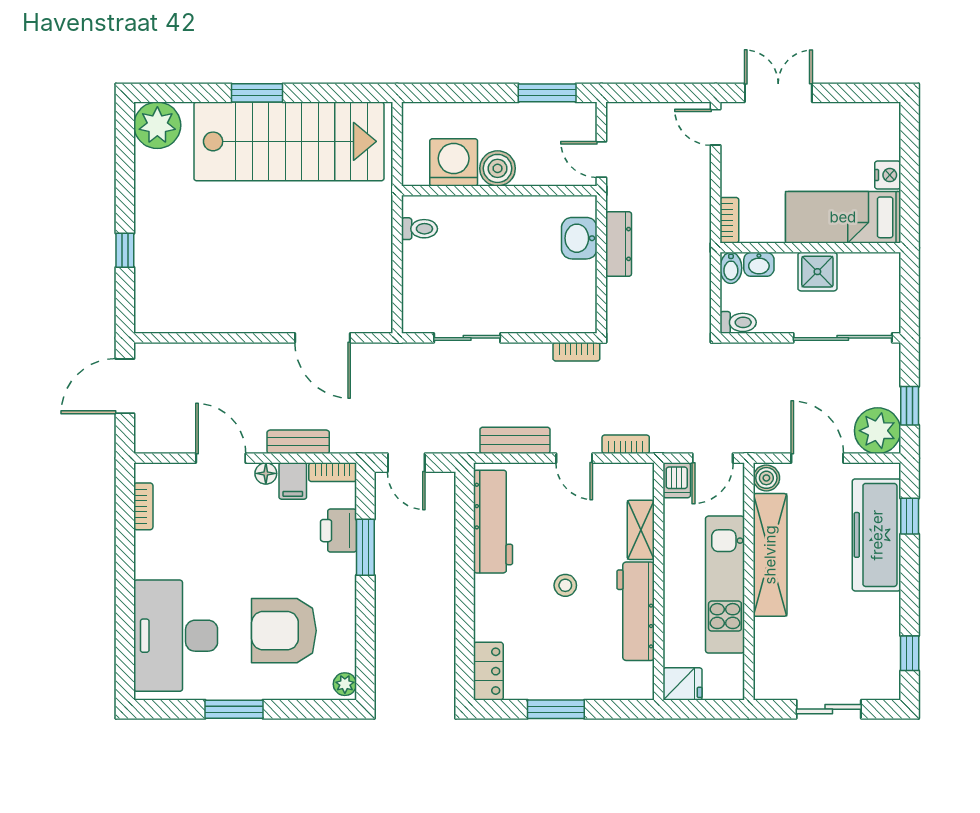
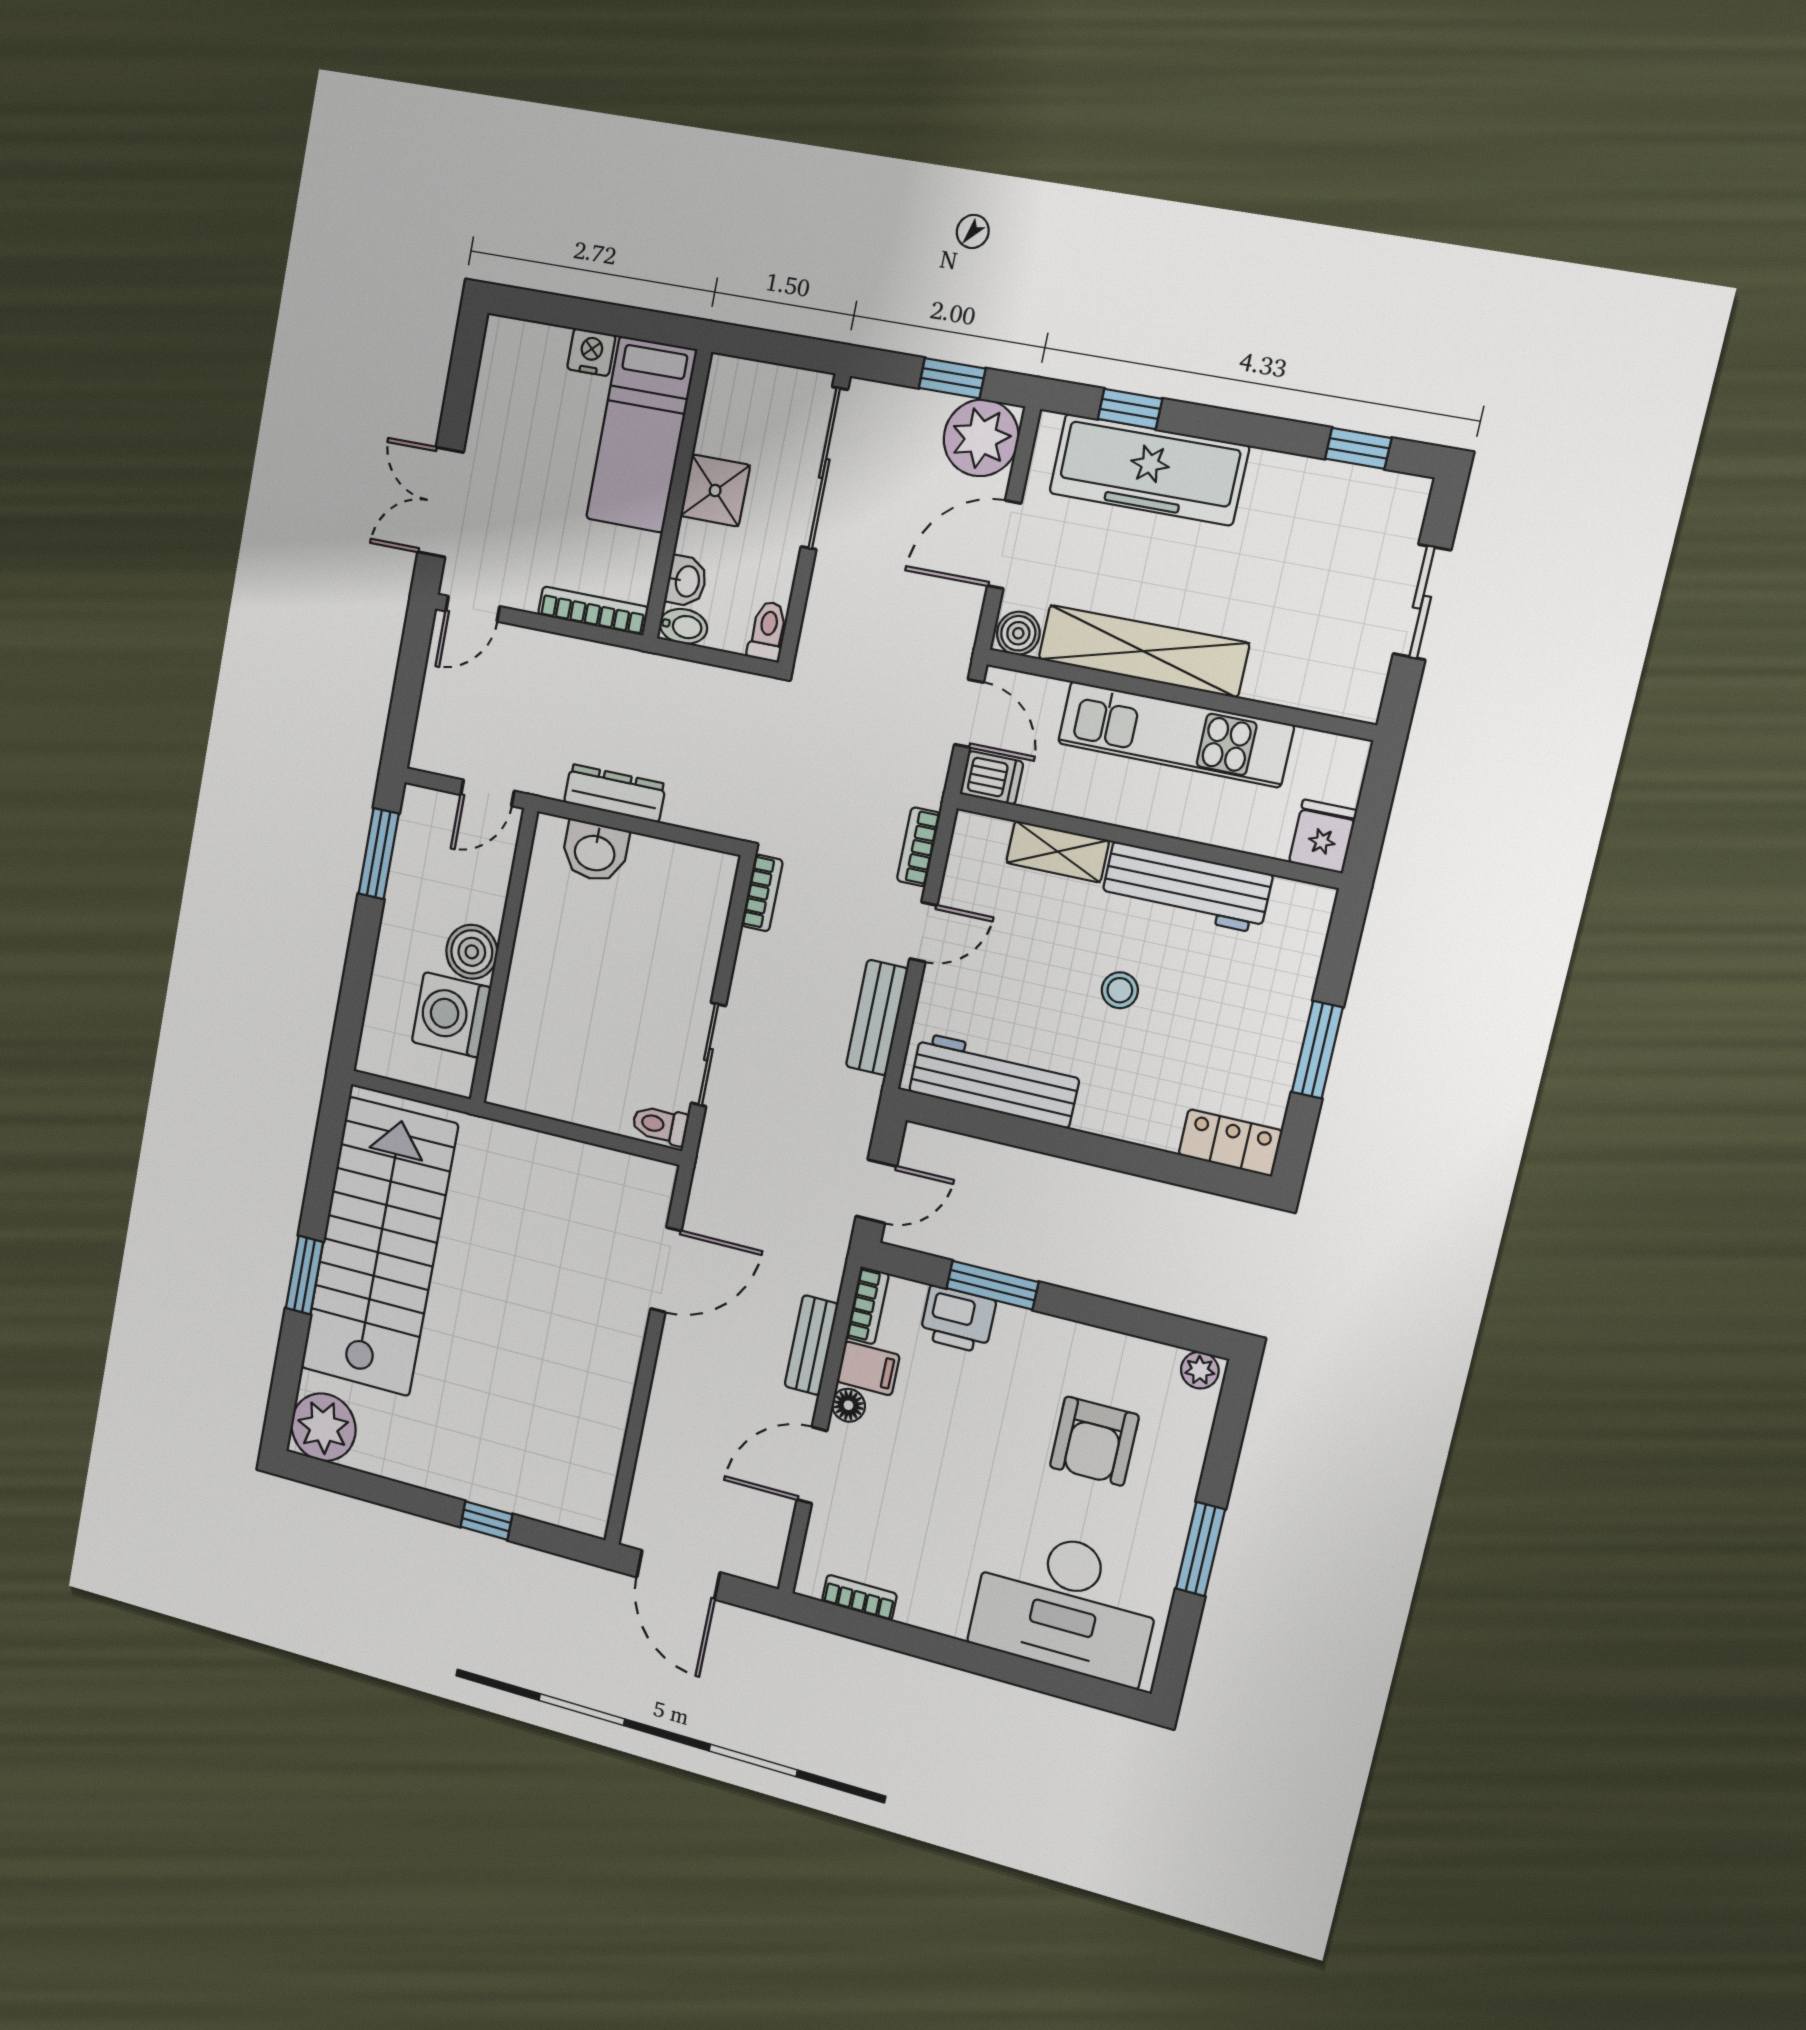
bookcase: (729, 220) -> (593, 611), width x1.56
toilet: (419, 229) -> (660, 1125), moved, turned -90
armchair: (284, 631) -> (1094, 1441), width x0.73, depth x0.73

